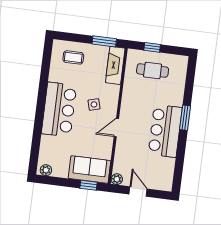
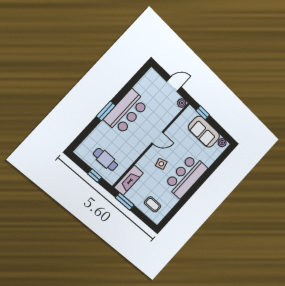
sofa: (90, 170) -> (204, 132), moved
door: (138, 192) -> (174, 84), swing flipped

